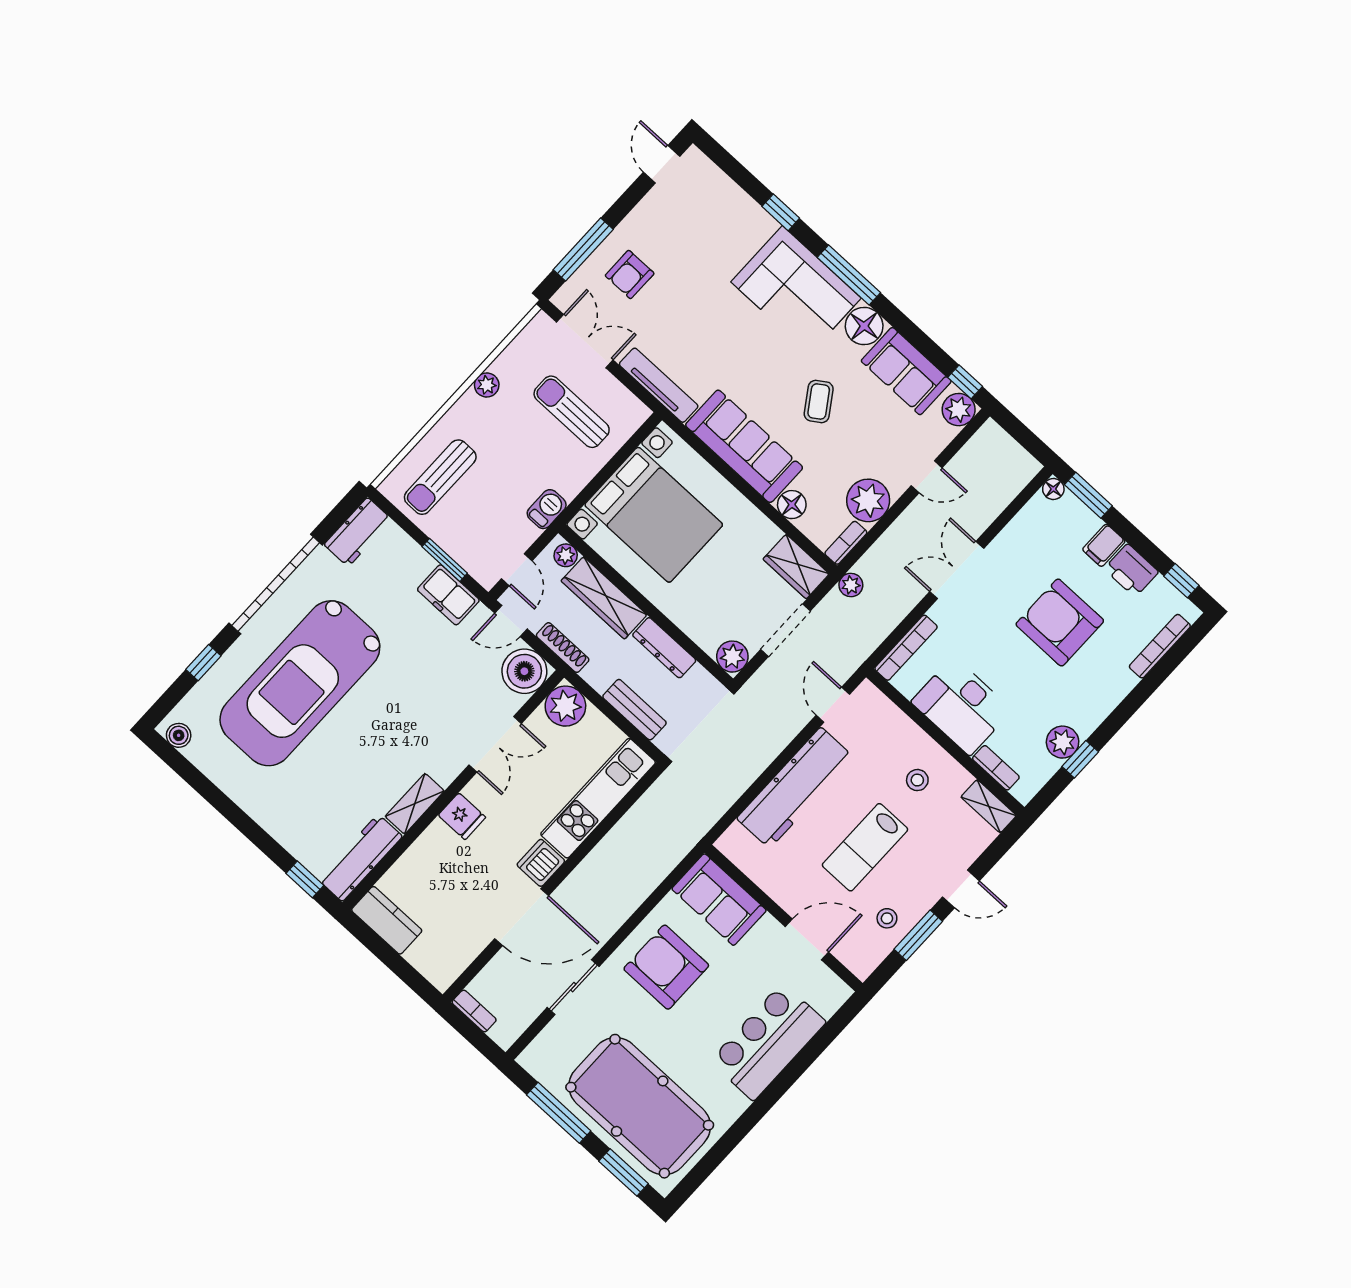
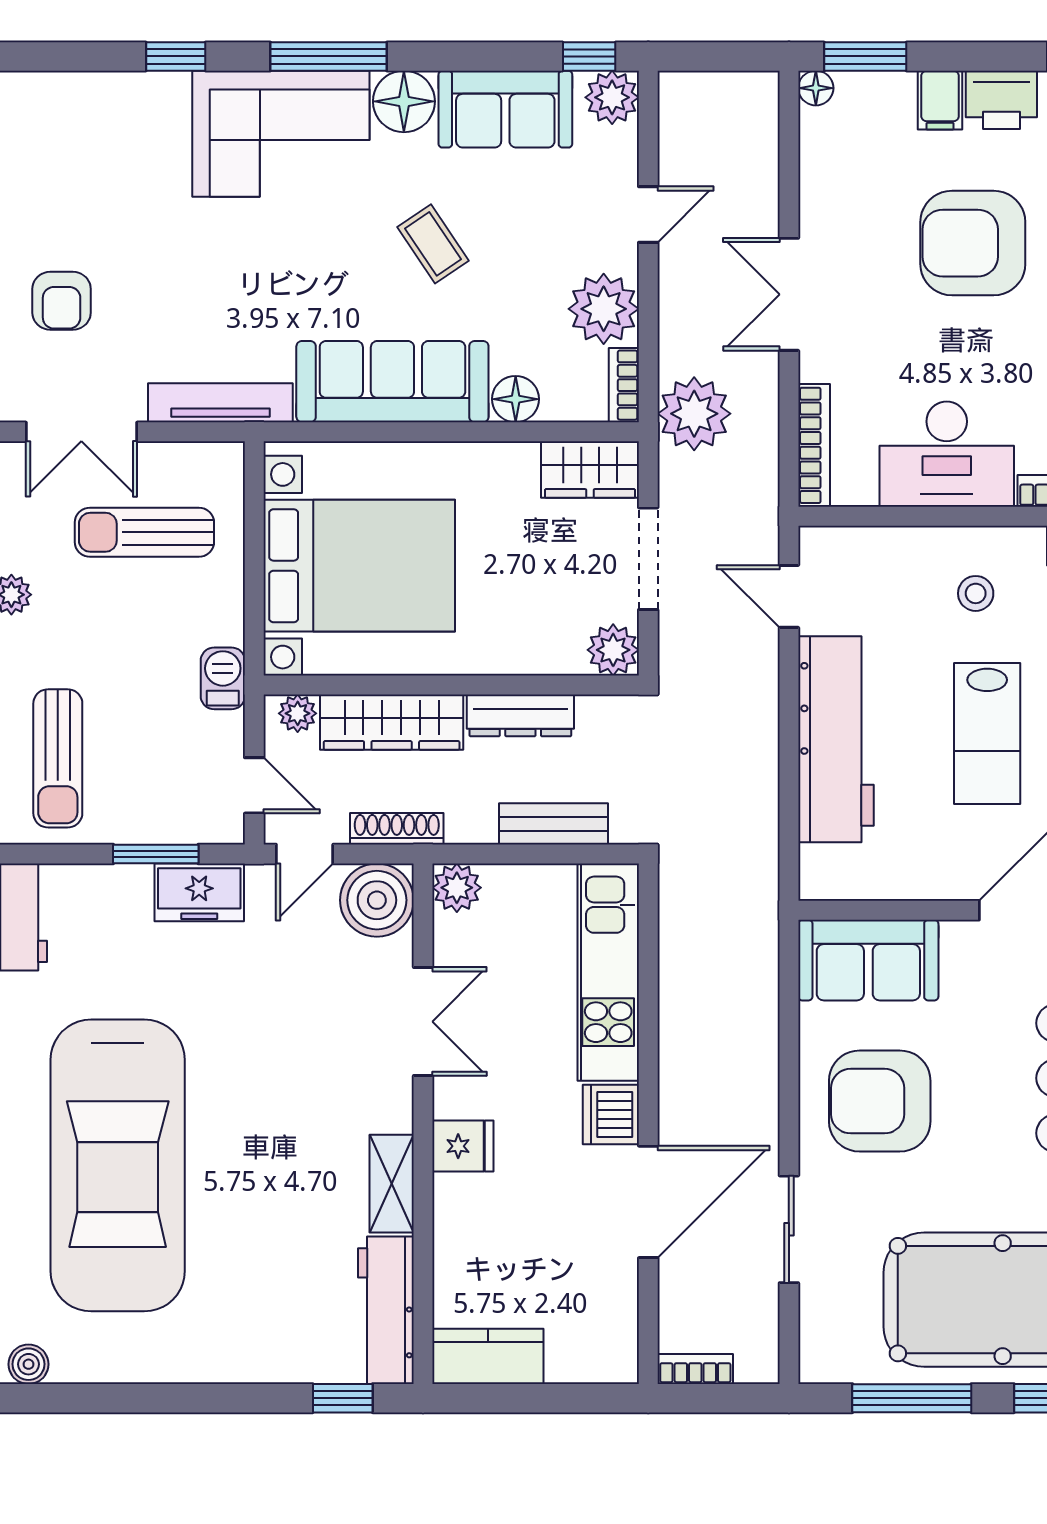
double door: (585, 341) -> (81, 432), swing flipped
plant: (851, 585) -> (694, 414), width x1.87, depth x1.87
plant: (565, 706) -> (457, 888), width x0.73, depth x0.73

